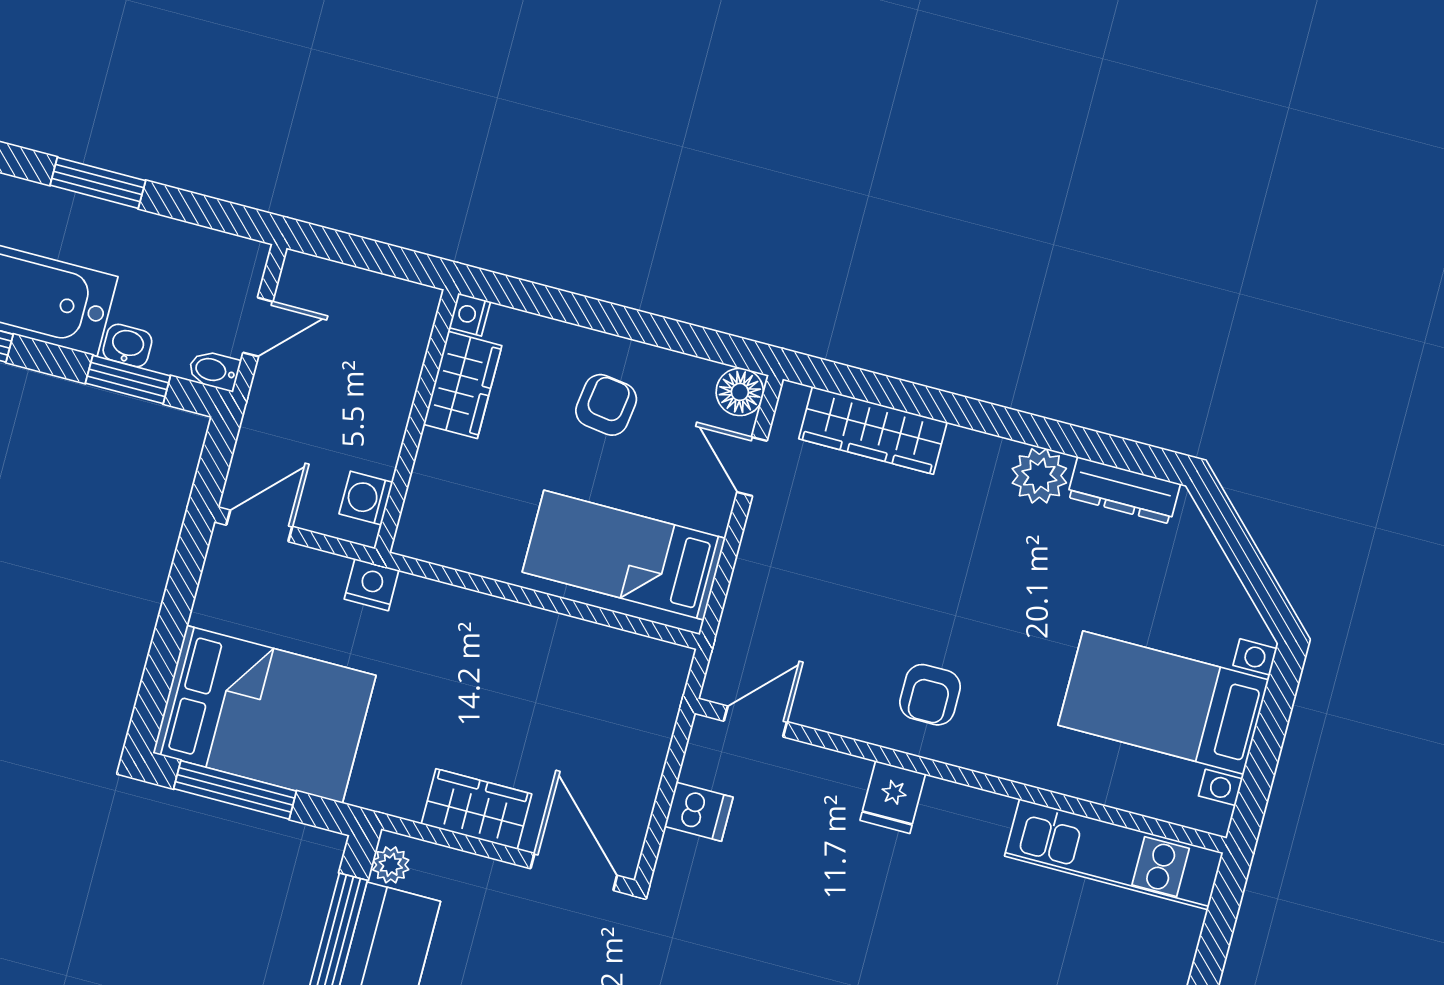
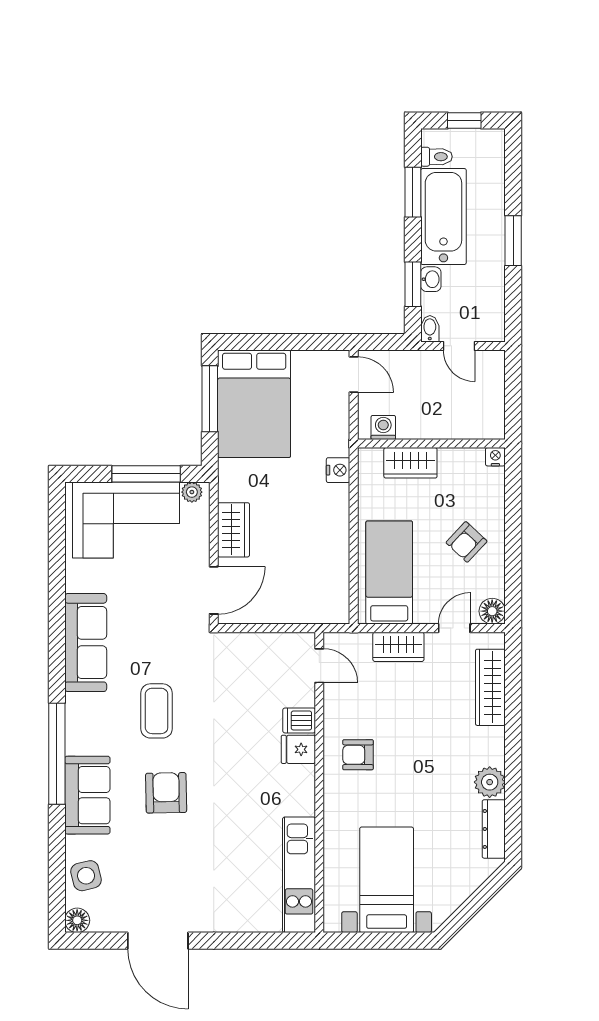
wardrobe: (463, 385) -> (410, 463), moved
armchair: (606, 405) -> (467, 542), turned 125
wardrobe: (759, 573) -> (398, 647), added
nightstand: (372, 585) -> (338, 470), moved
dishwasher: (699, 812) -> (299, 720), moved, turned 90

